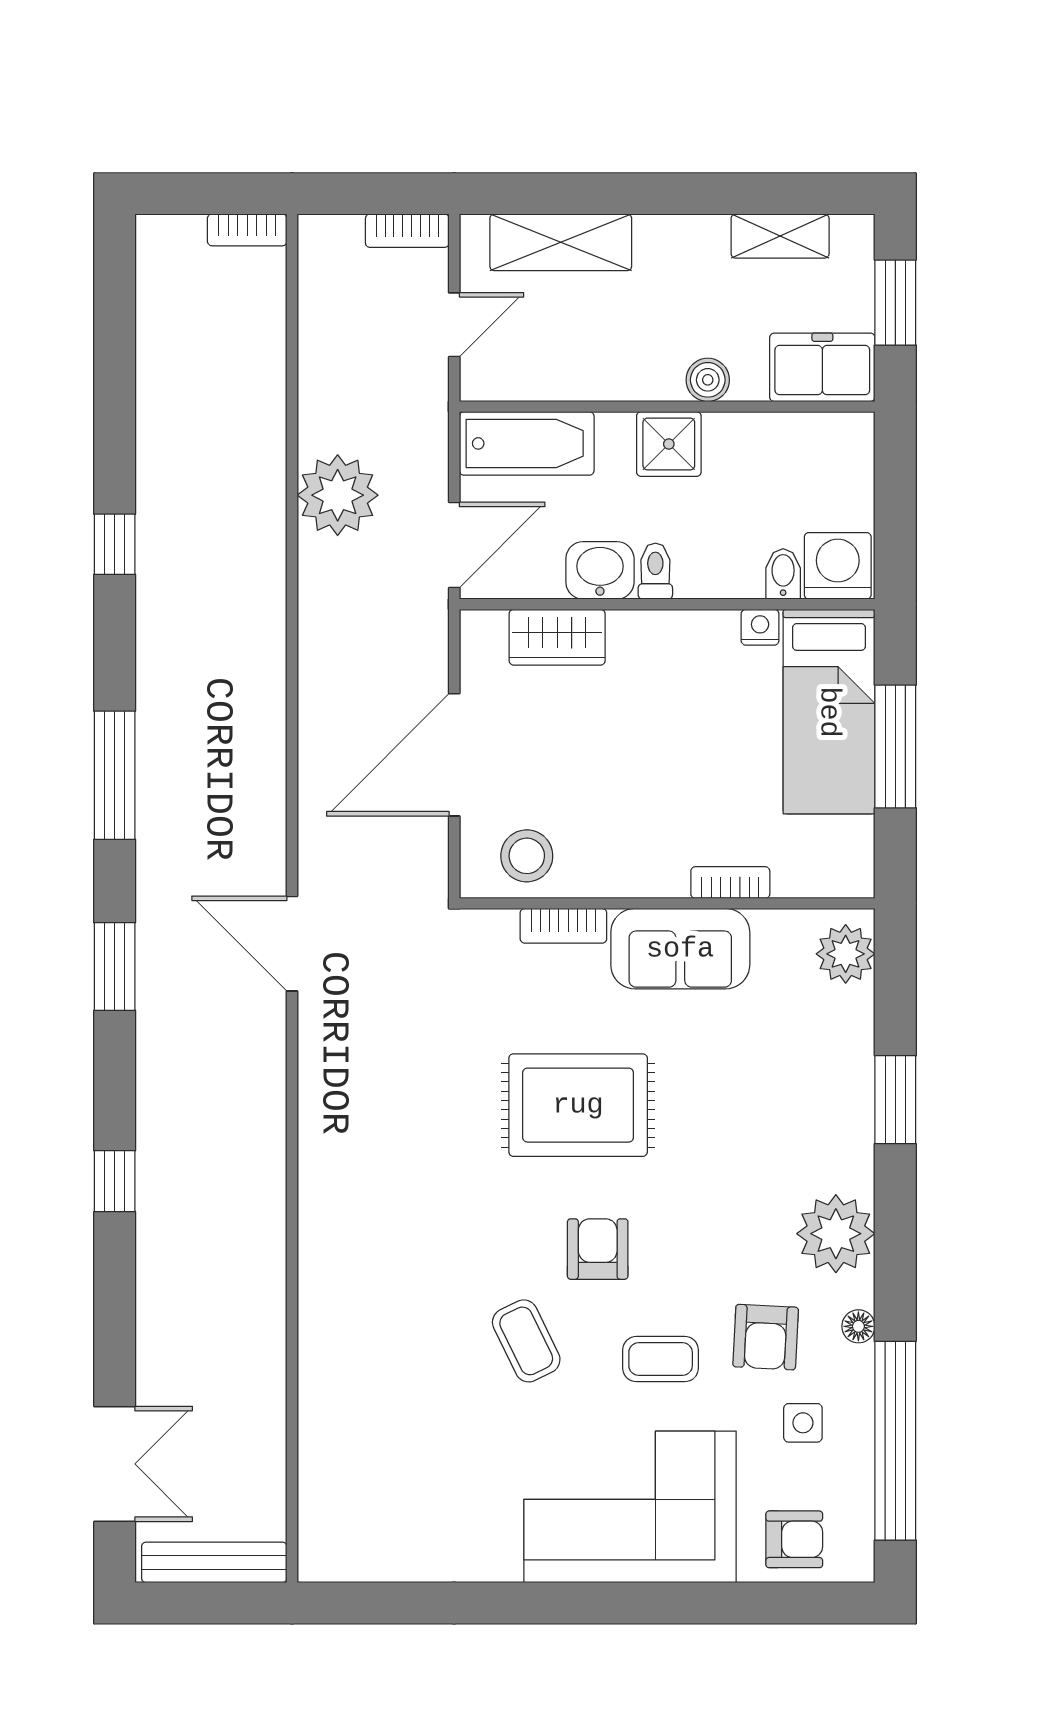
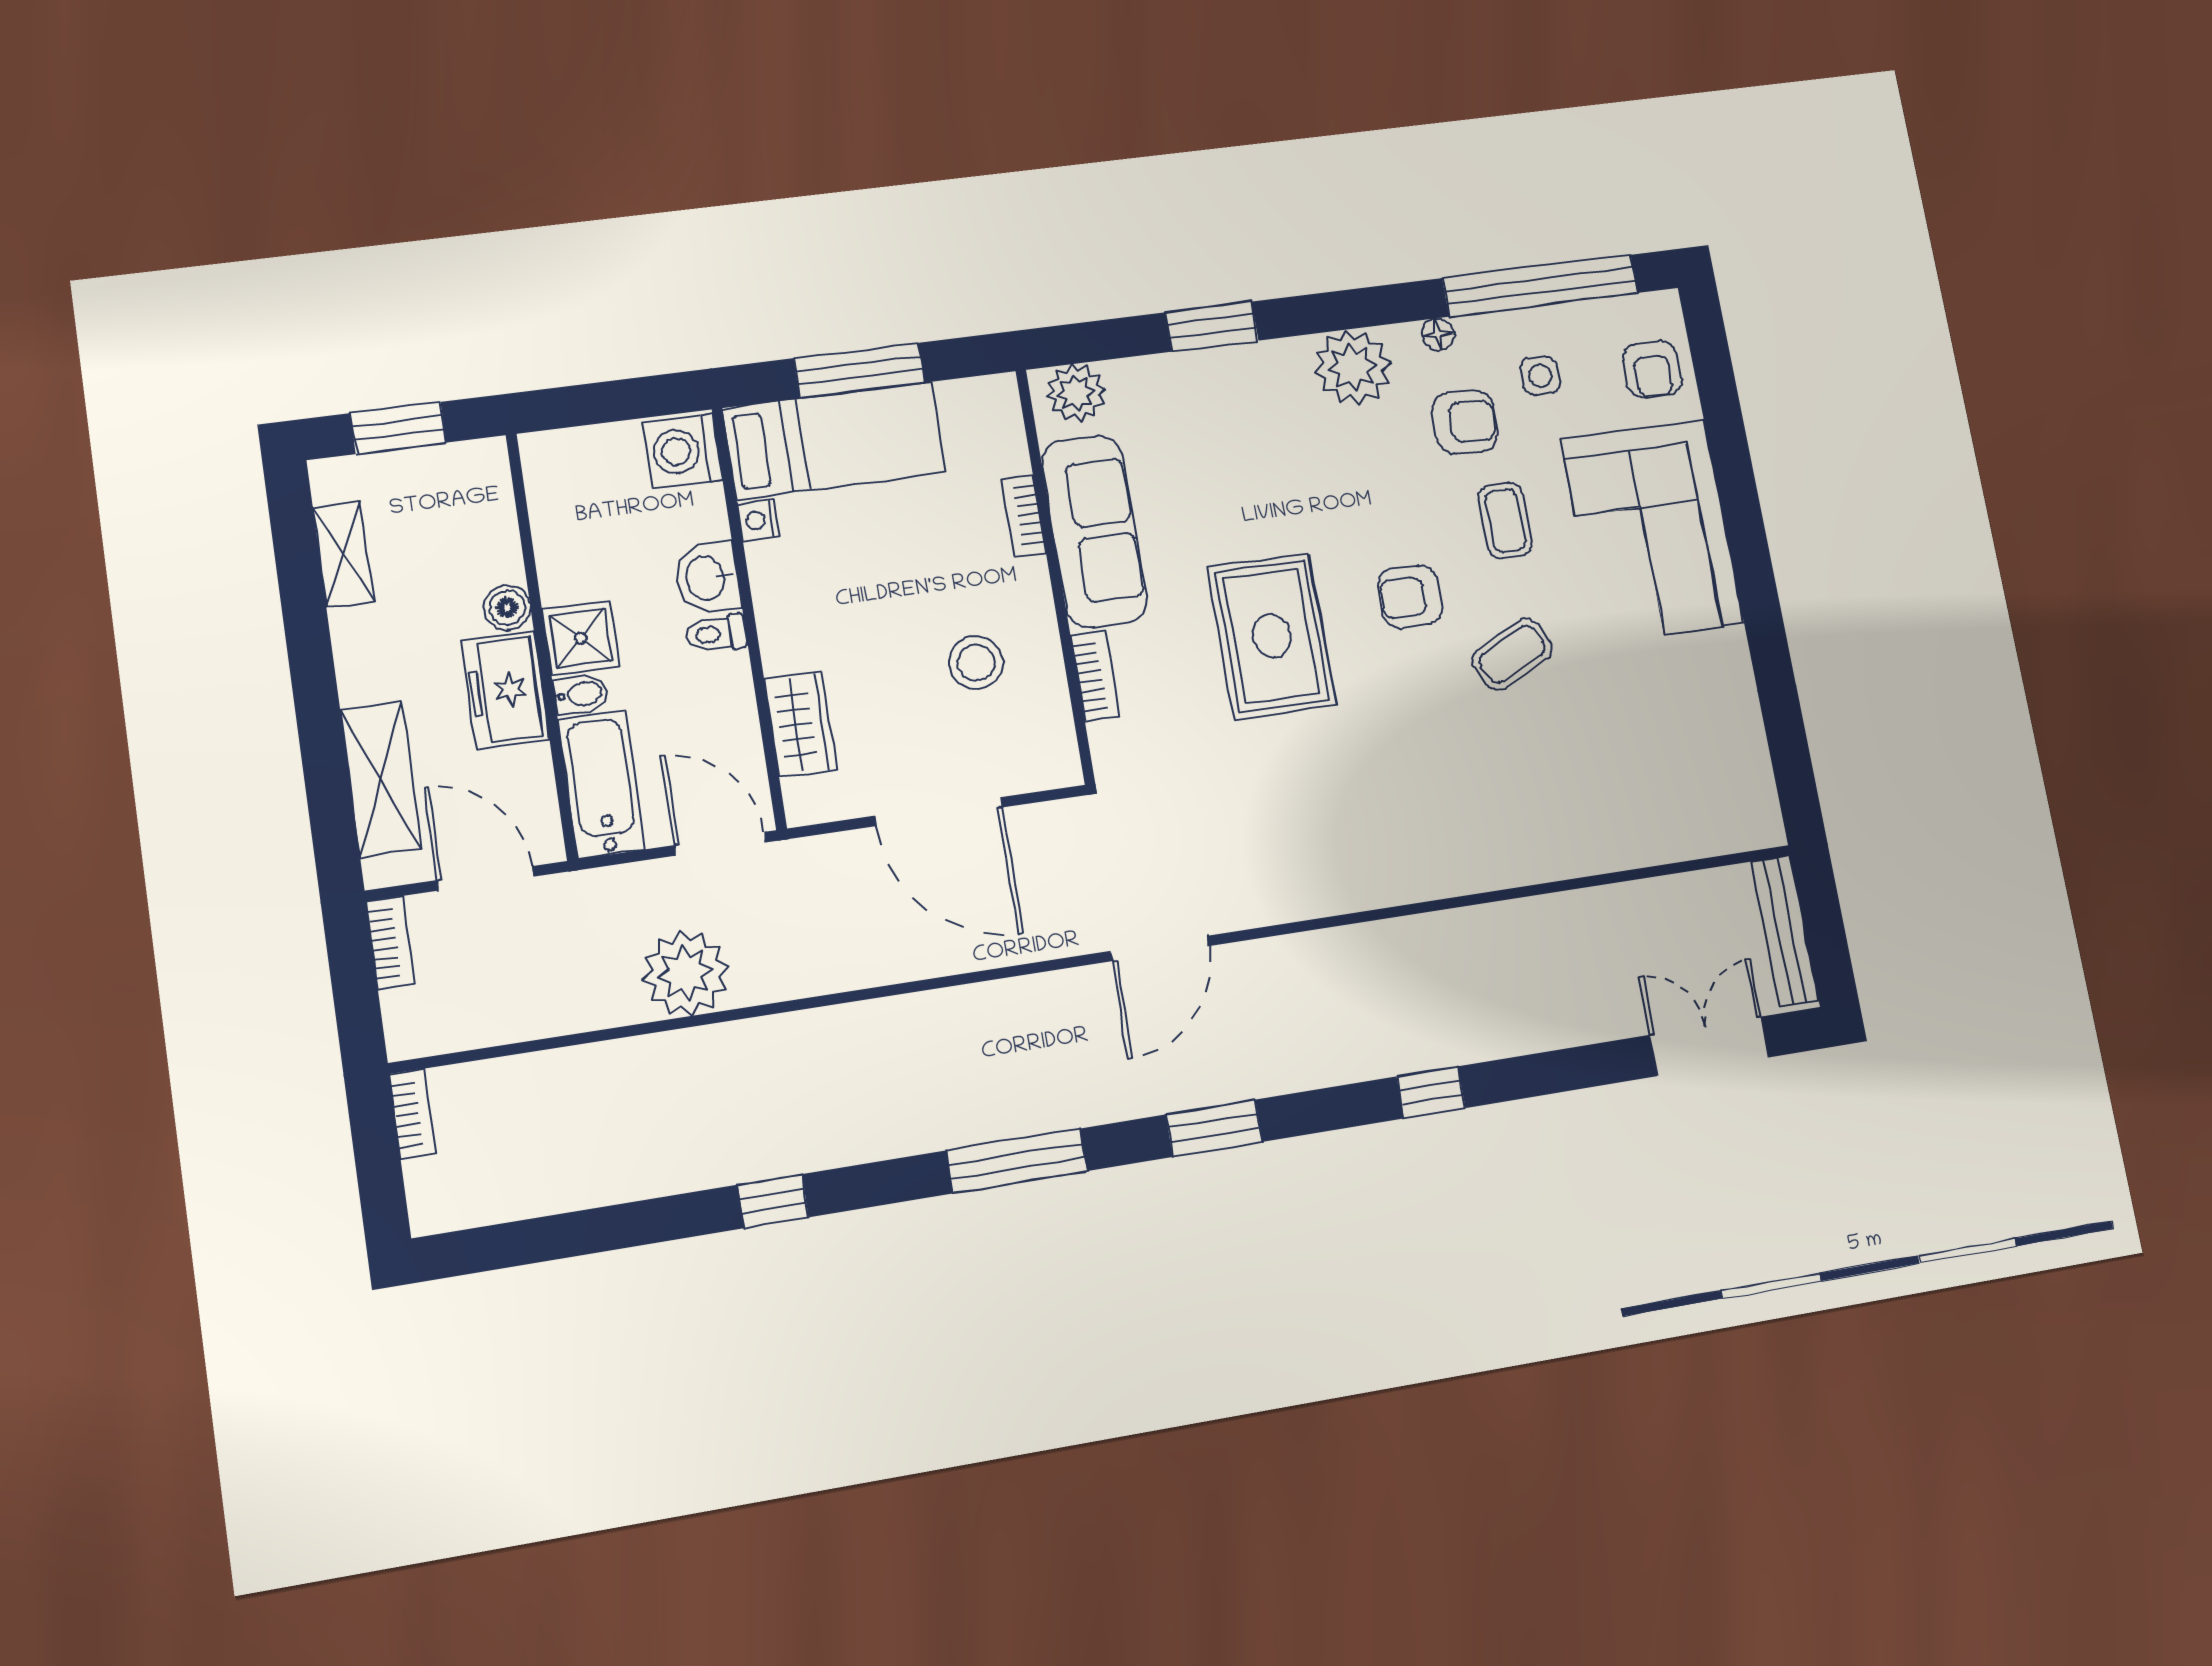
door: (454, 325) -> (485, 878), width x1.37
freezer: (822, 367) -> (505, 690), moved
washbasin: (600, 570) -> (707, 578), moved
bidet: (783, 574) -> (581, 694), moved, turned 180
stool: (527, 856) -> (976, 663), moved
sofa: (680, 949) -> (1094, 531), width x1.36
armchair: (794, 1539) -> (1652, 370), turned 180

